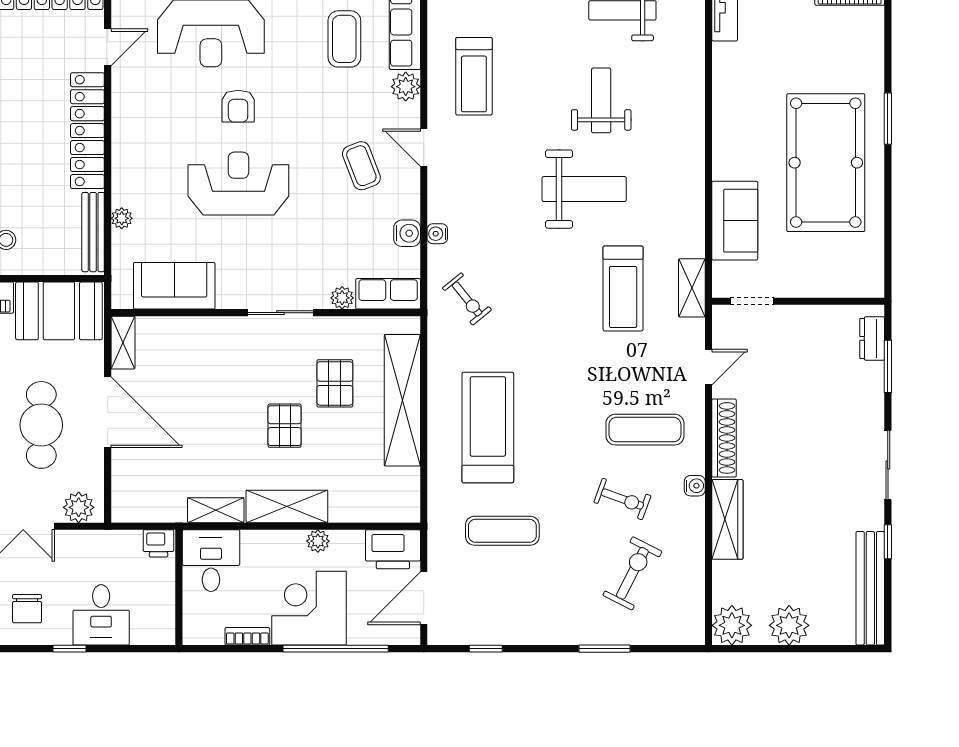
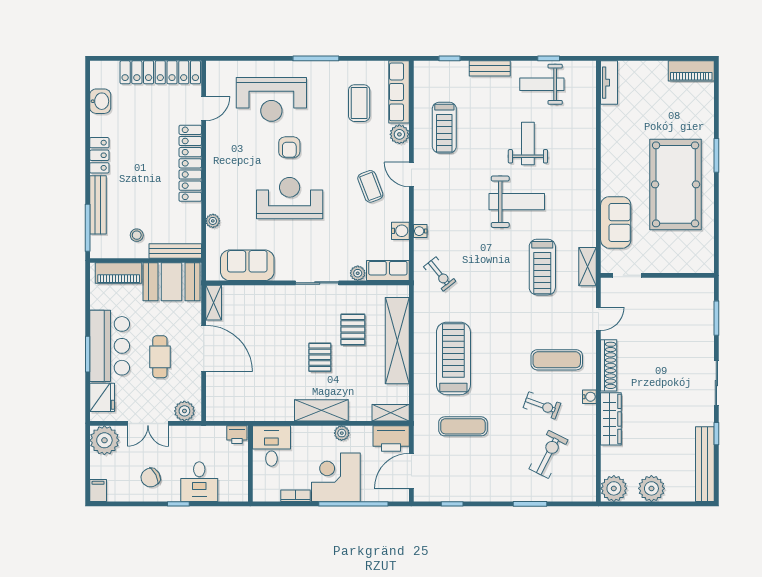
bench: (93, 232) -> (175, 251), moved, turned 90
dresser: (872, 338) -> (706, 300), removed
cafe table: (41, 425) -> (160, 357), width x0.73, depth x0.74
shelving: (216, 510) -> (391, 413), moved
chair: (27, 609) -> (151, 478), turned 62

